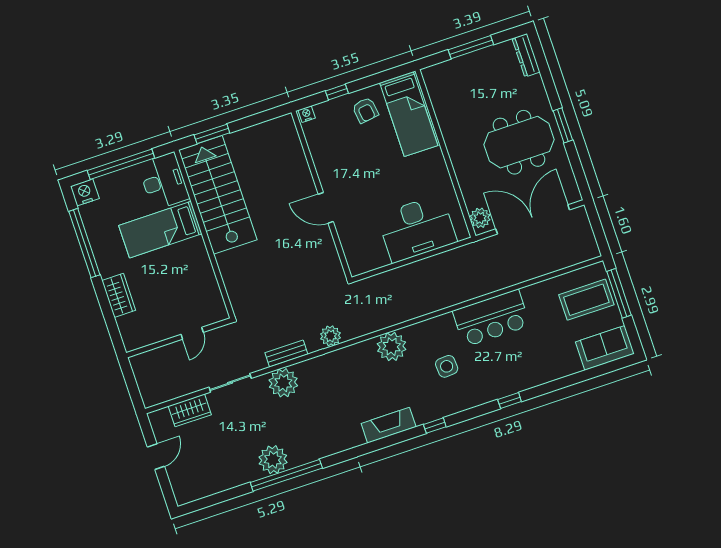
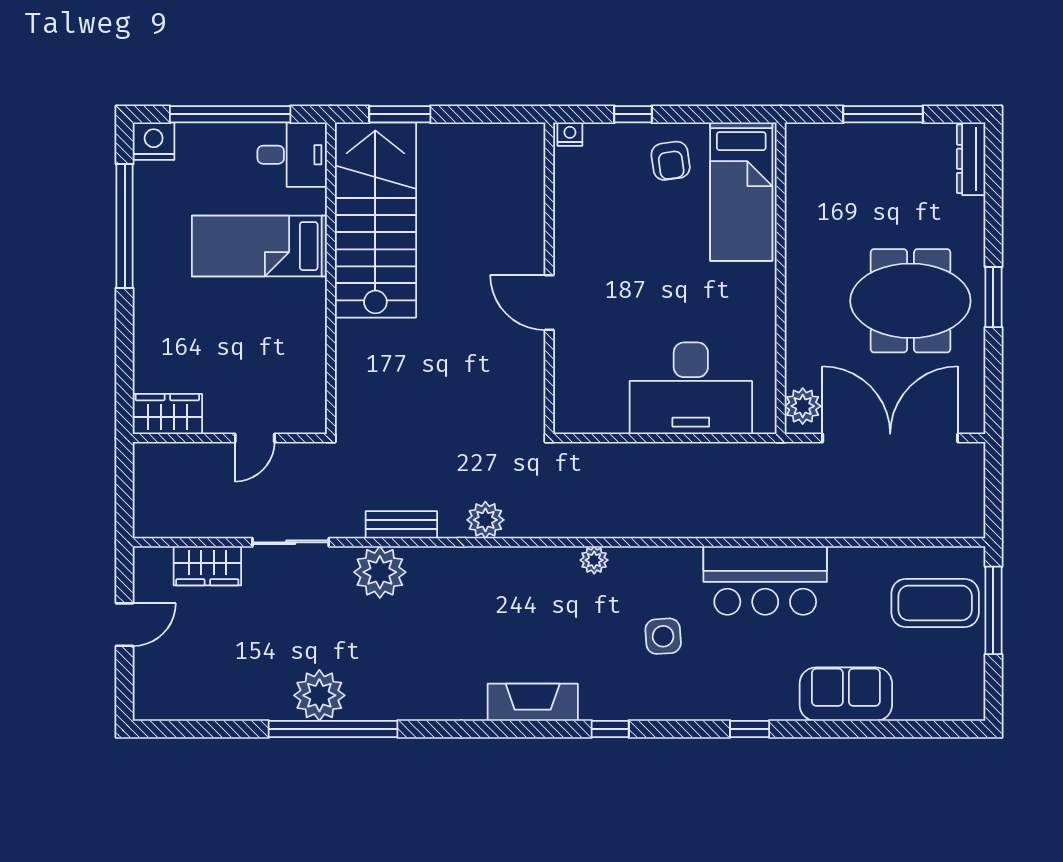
desk: (164, 181) -> (292, 155), width x0.73
wardrobe: (119, 295) -> (167, 414), moved, turned -90
plant: (392, 347) -> (594, 560), width x0.53, depth x0.53
sofa: (605, 348) -> (846, 694), moved

